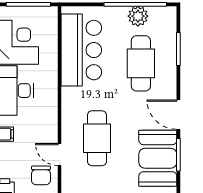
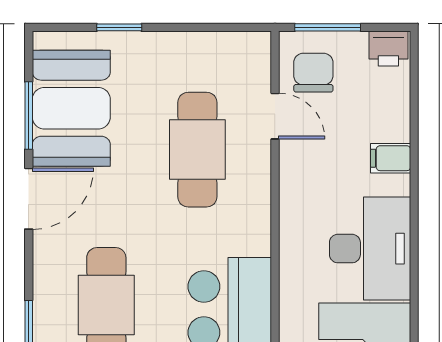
door: (178, 115) -> (29, 199), hinge flipped

